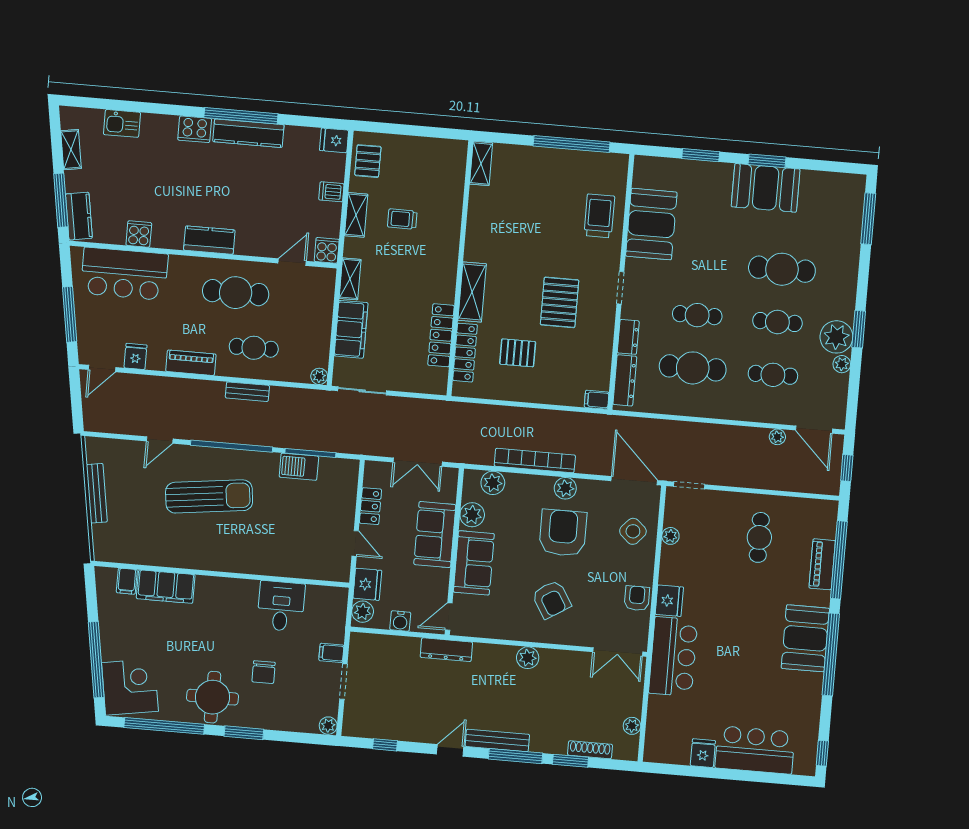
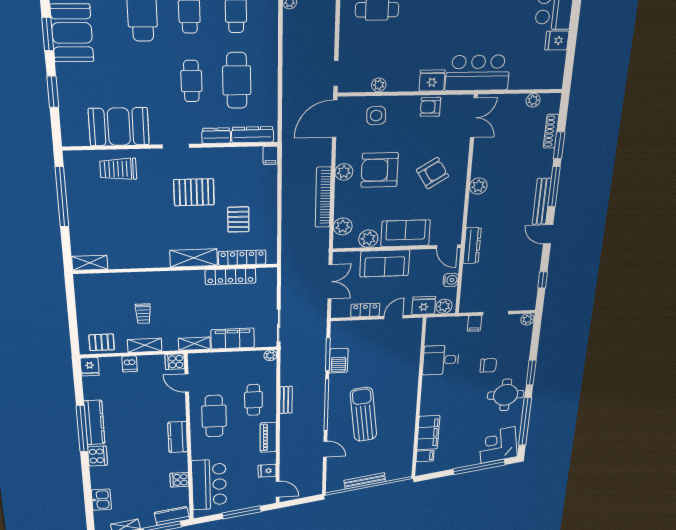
side table: (633, 531) -> (376, 116), turned 45

